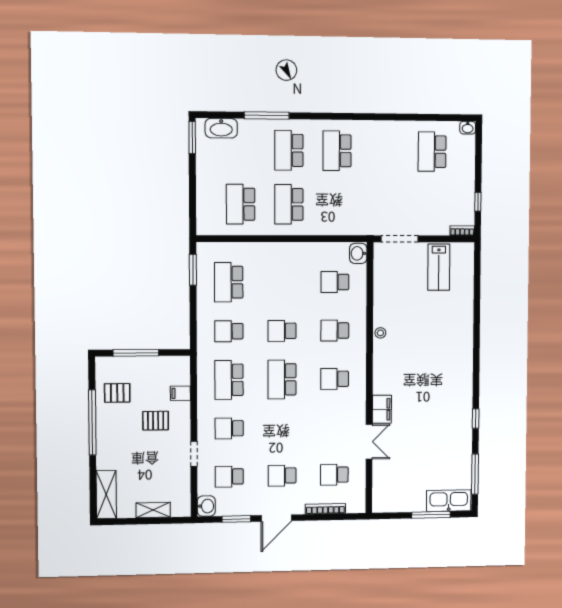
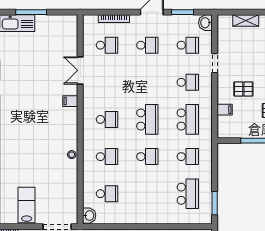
filing cabinet: (382, 409) -> (70, 101), width x0.50

